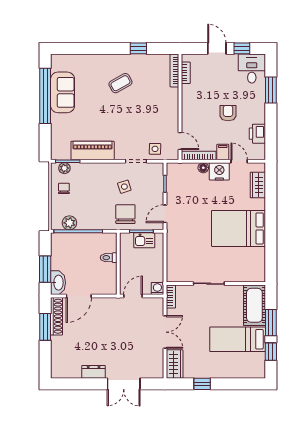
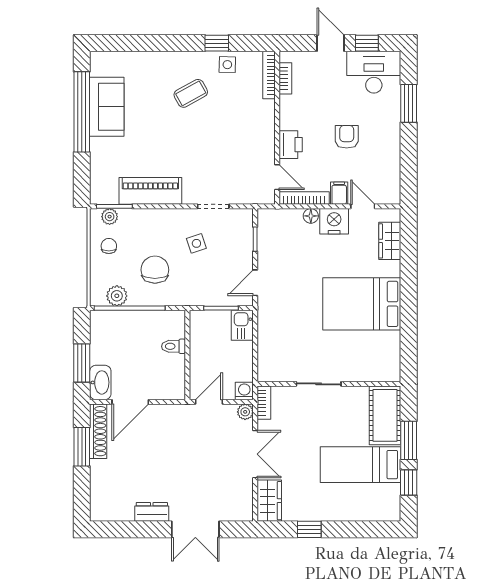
desk: (252, 69) -> (374, 72), width x1.37
printer: (257, 134) -> (291, 145), moved, turned 180
side table: (155, 149) -> (227, 65), moved
chair: (125, 214) -> (155, 270), moved
kitchen sink: (144, 240) -> (242, 325), moved, turned 90
plant: (158, 303) -> (245, 412), added

